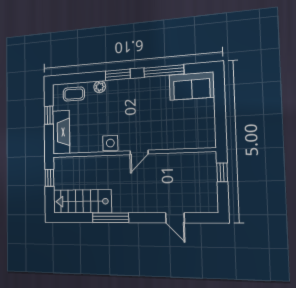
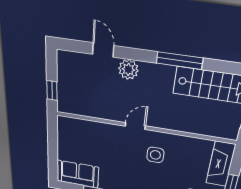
side table: (110, 143) -> (155, 155), moved
plant: (151, 204) -> (128, 69), added

